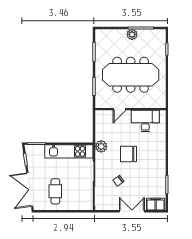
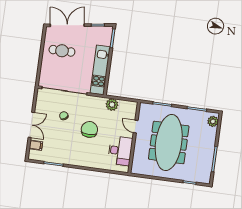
plant: (132, 34) -> (213, 121), moved
plant: (101, 146) -> (112, 105), moved
filing cabinet: (156, 204) -> (36, 145), width x0.50

